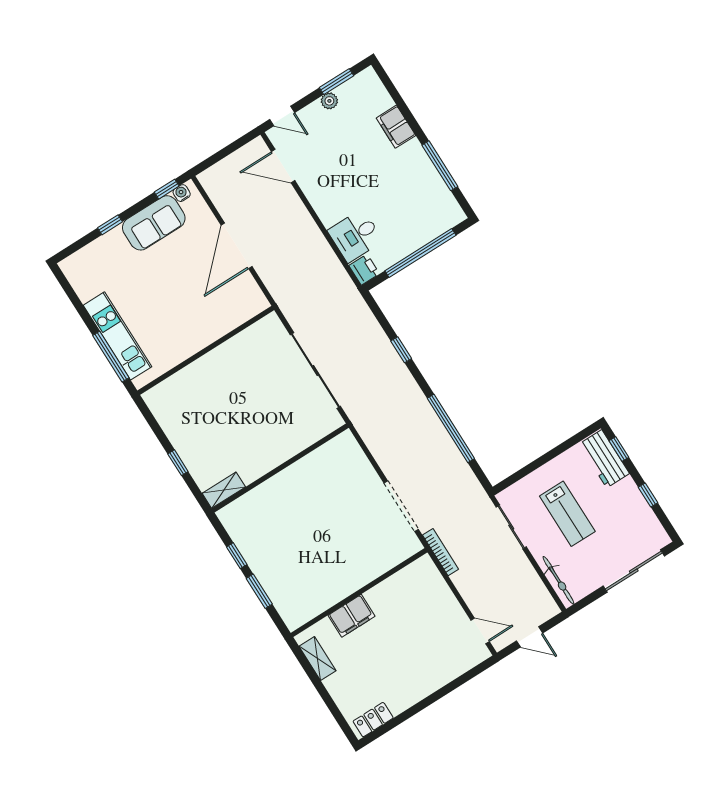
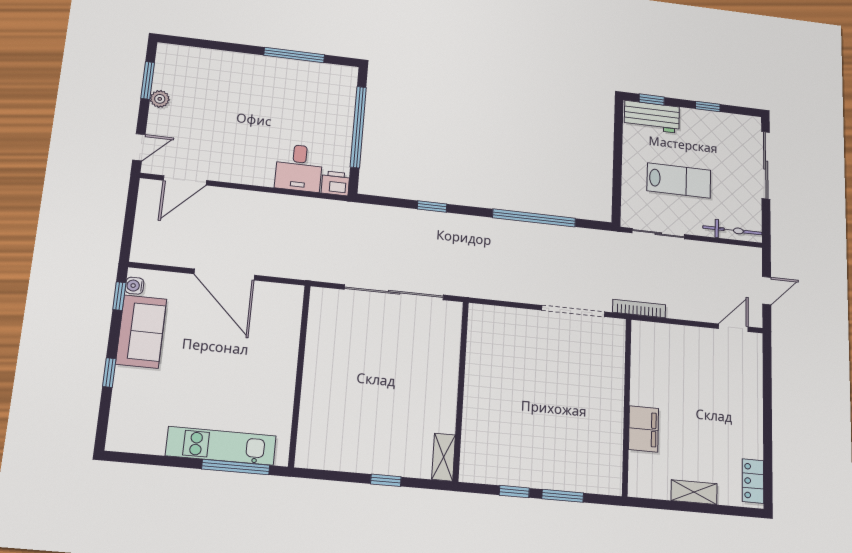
filing cabinet: (396, 127) -> (230, 63), removed
shelving: (317, 659) -> (694, 492), moved

